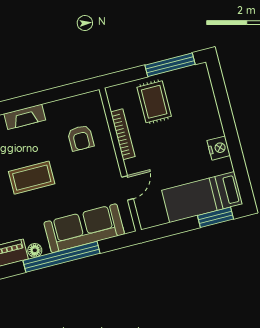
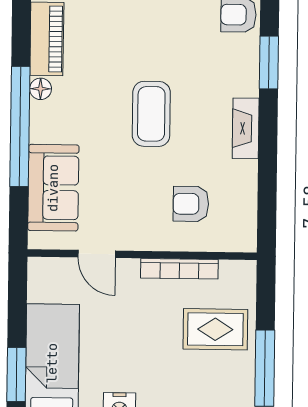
sofa: (84, 228) -> (53, 188), width x0.73

